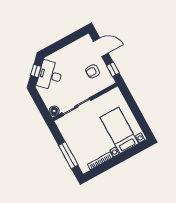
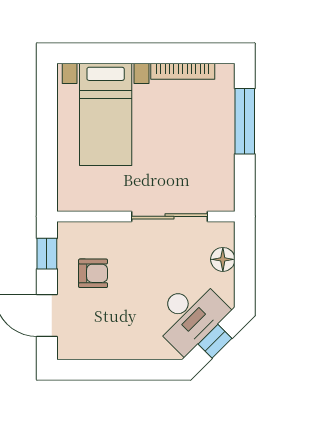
floor lamp: (54, 111) -> (223, 259), moved

